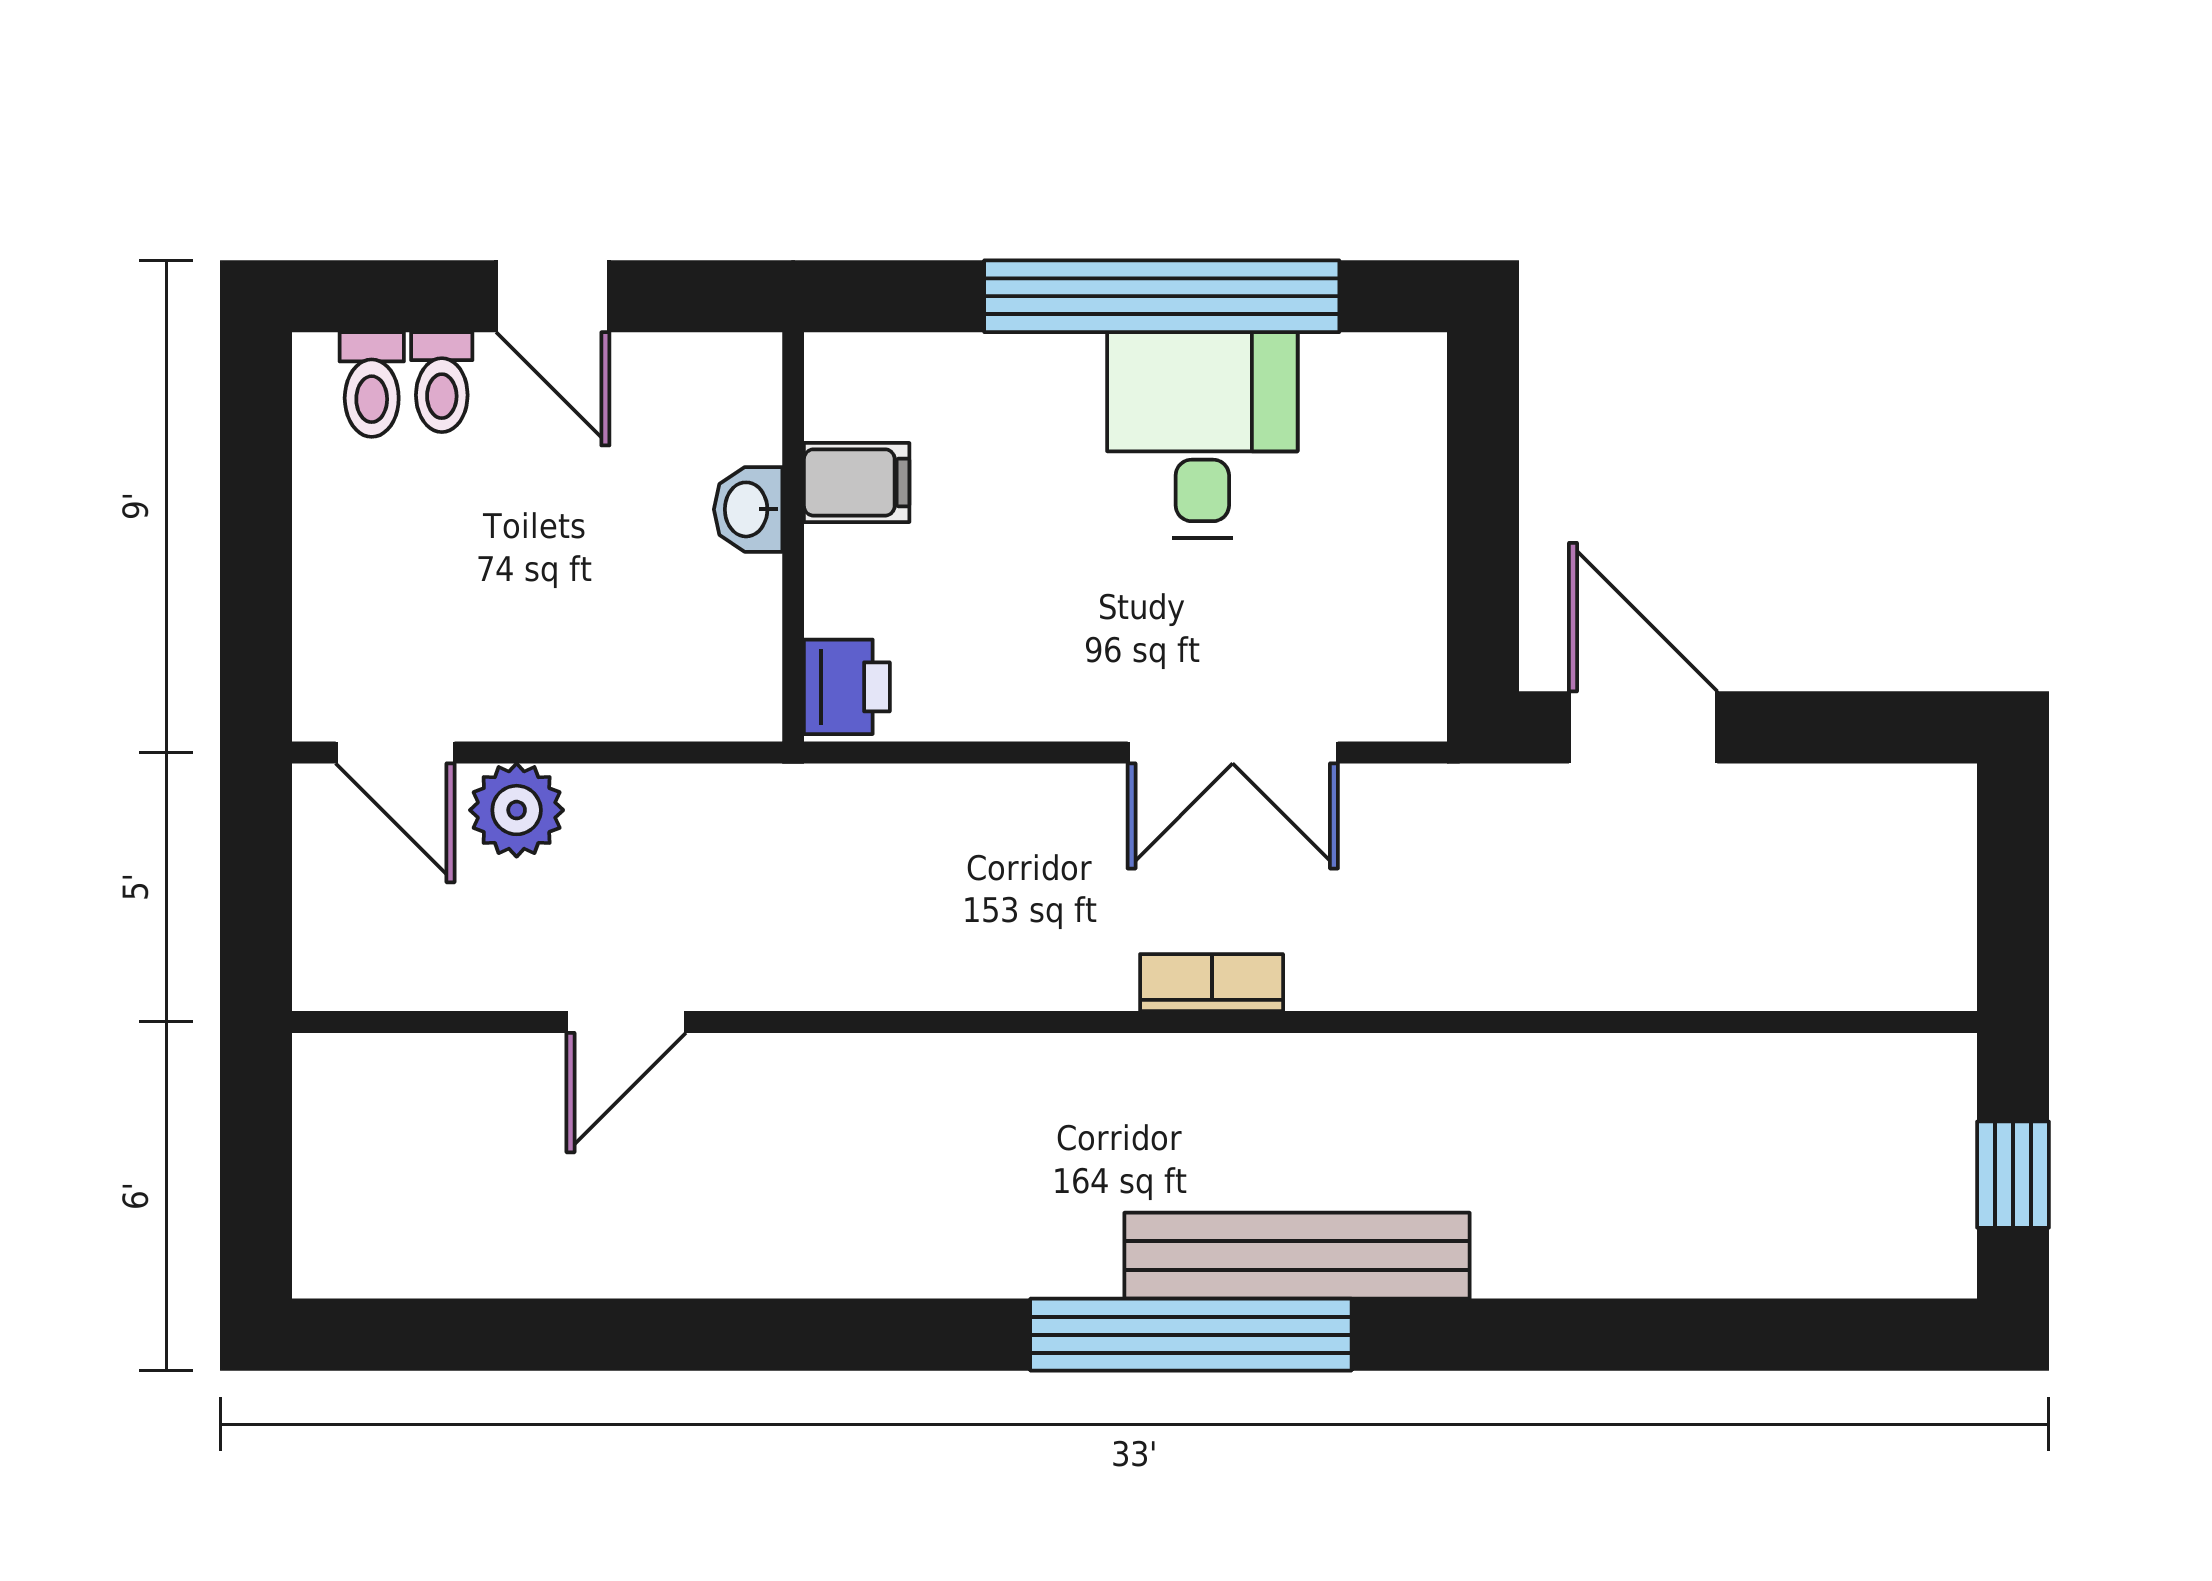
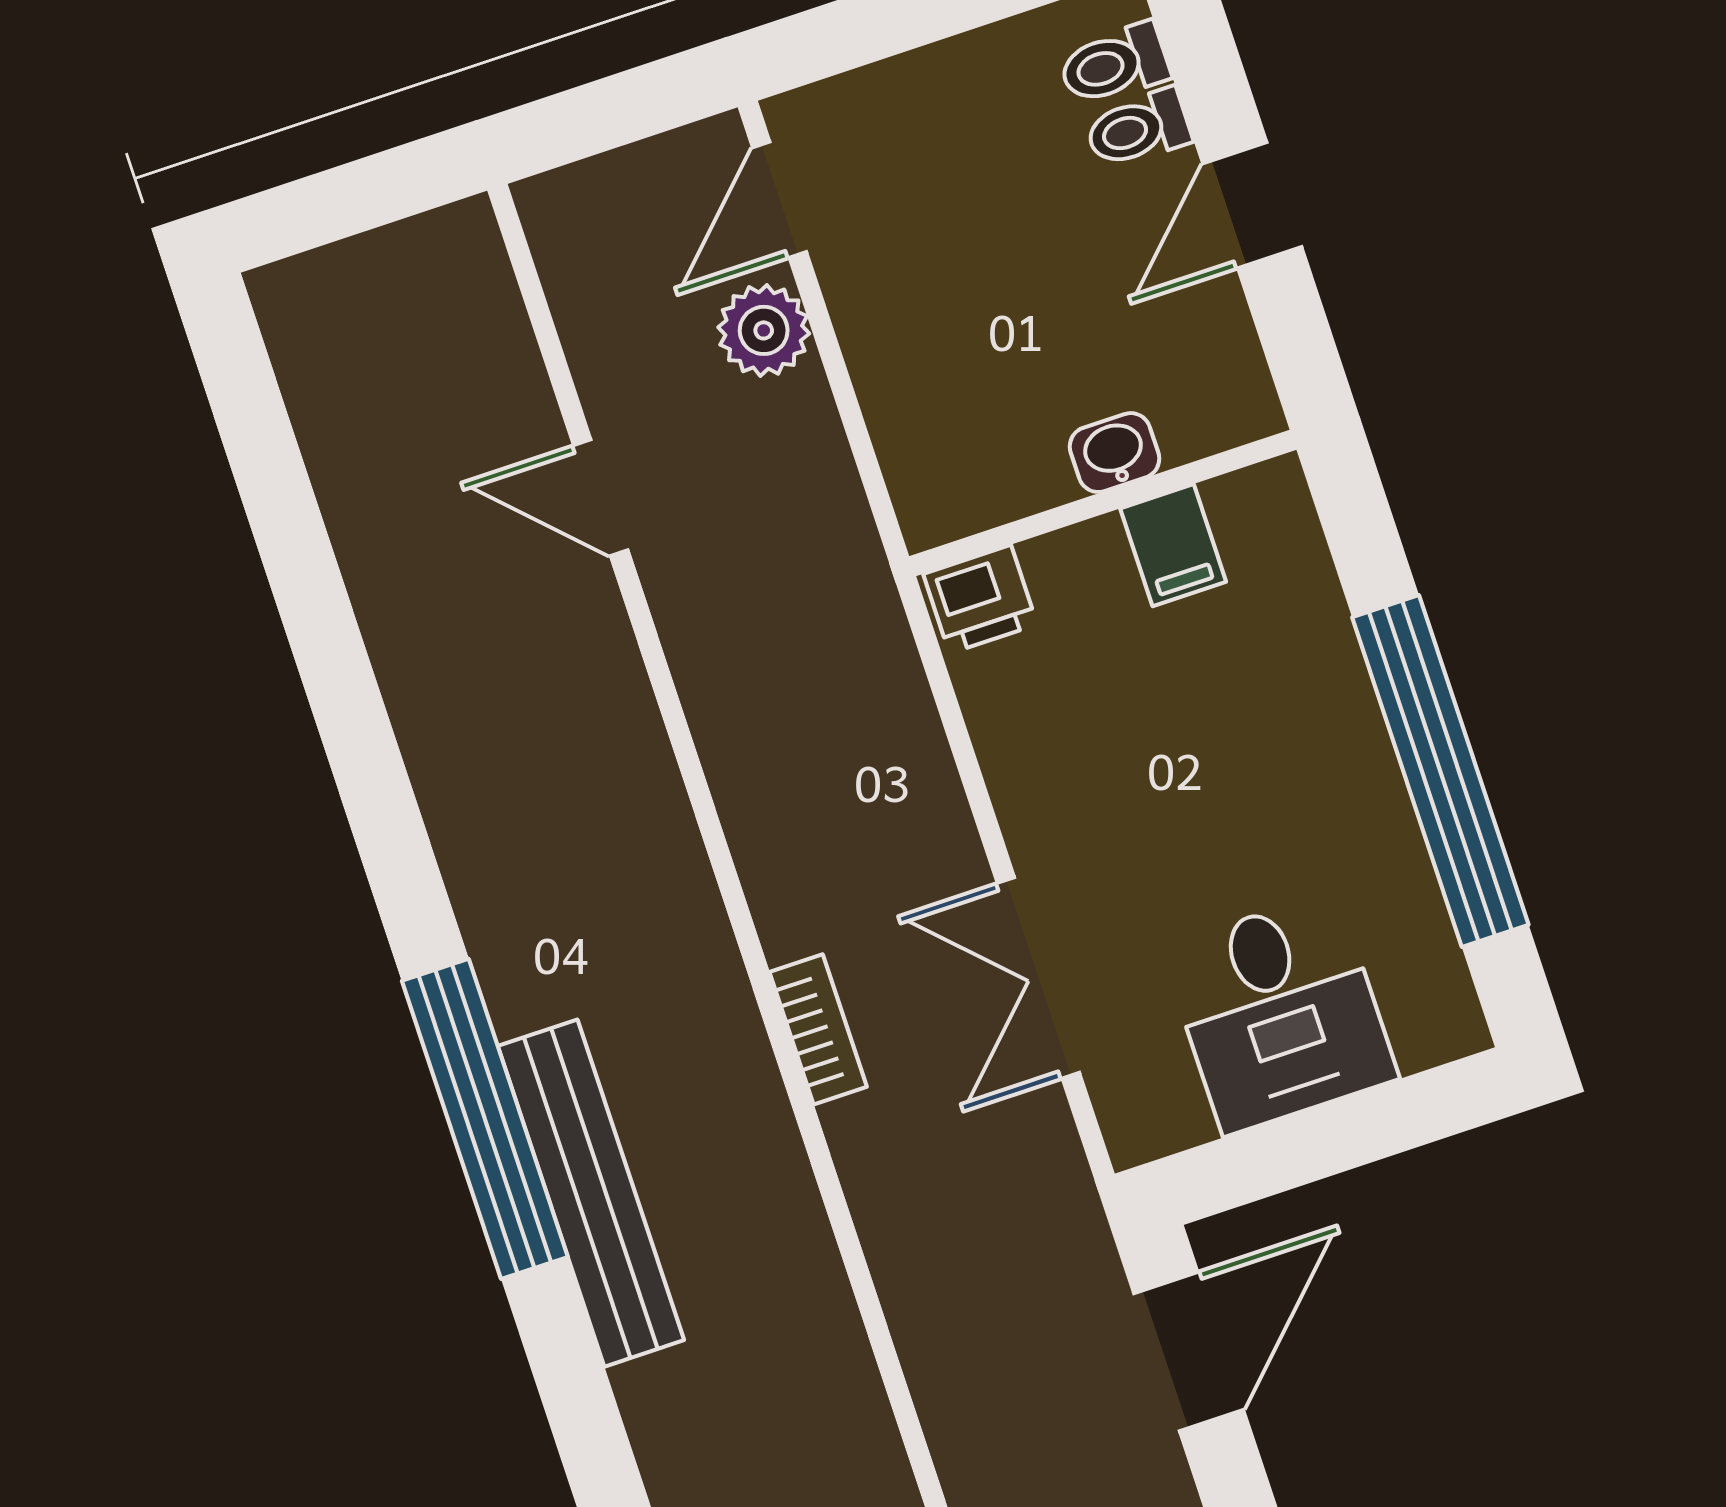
desk: (1202, 435) -> (1280, 1013), moved, turned 90

